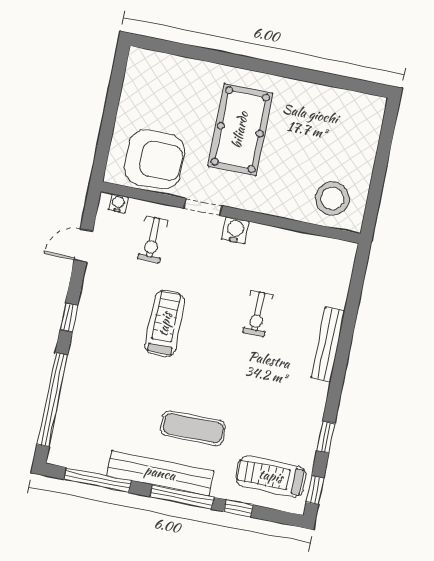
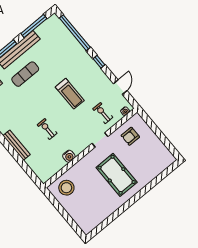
armchair: (154, 160) -> (130, 136), width x0.53, depth x0.53
water cooler: (235, 230) -> (69, 156), moved

